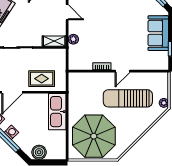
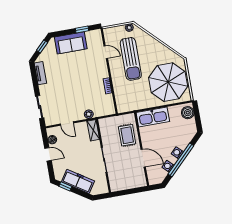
door: (67, 12) -> (67, 124), swing flipped
door: (122, 71) -> (106, 52), moved
boiler: (39, 152) -> (188, 113), moved

